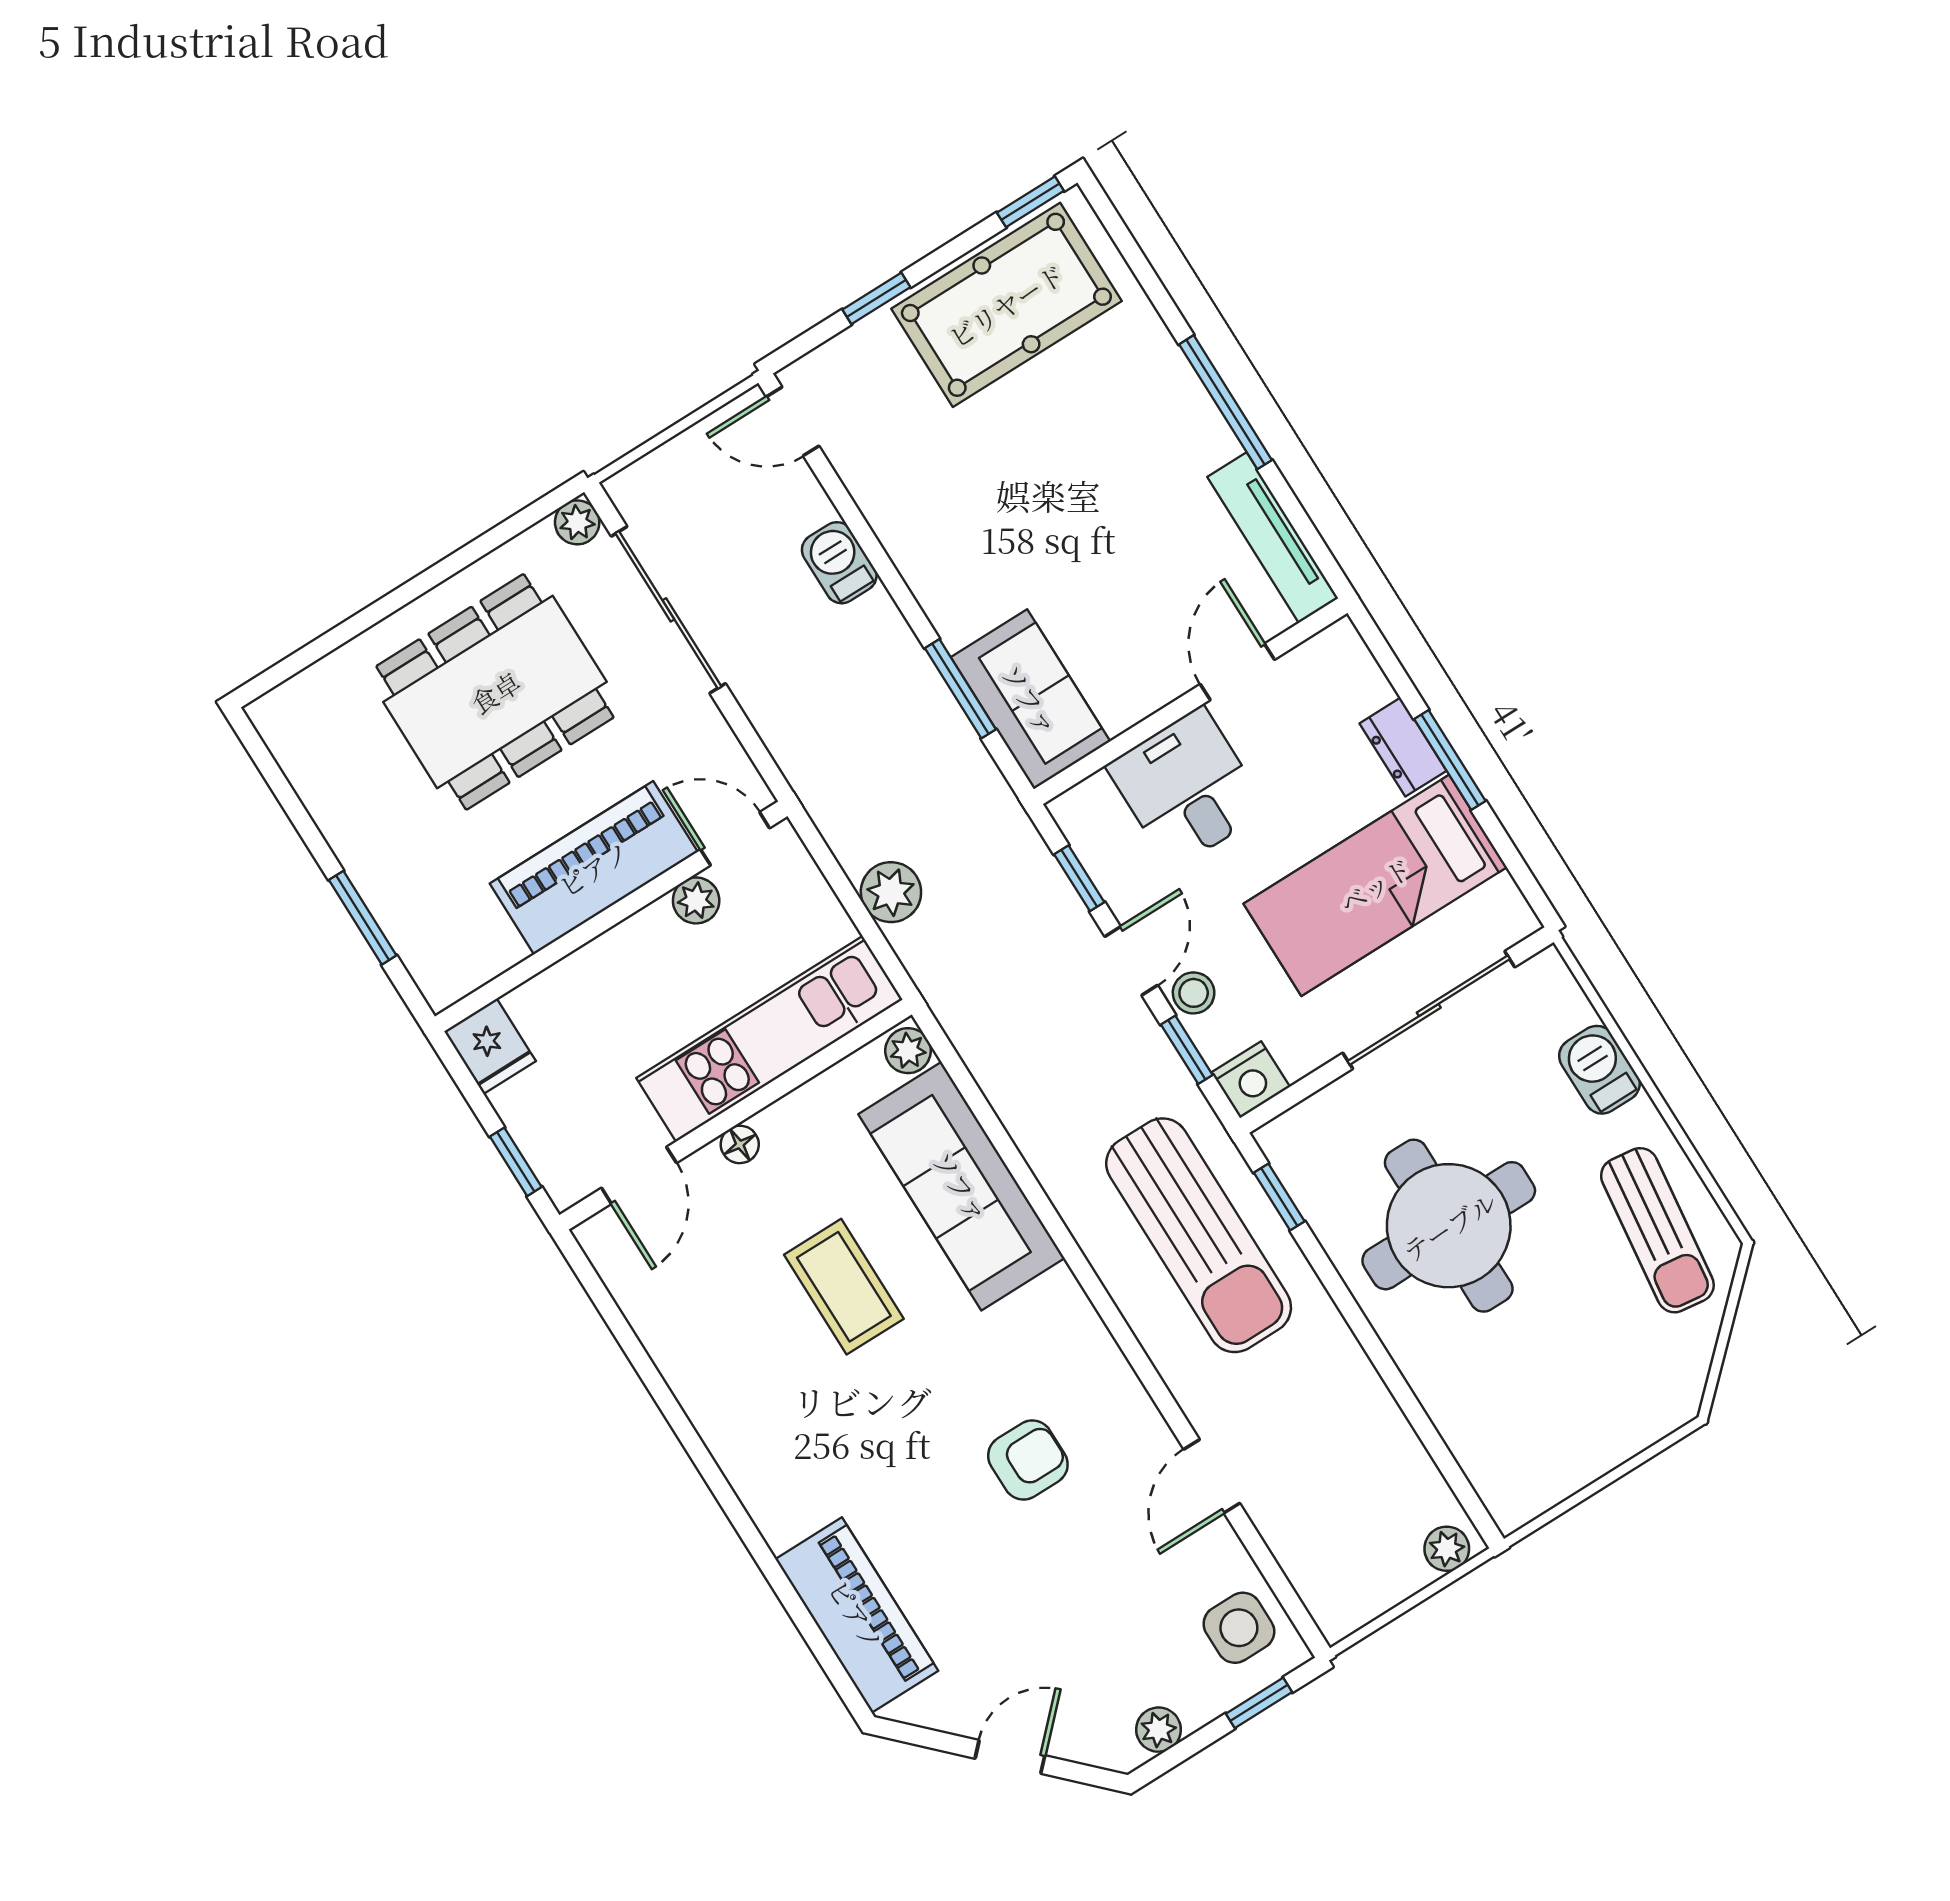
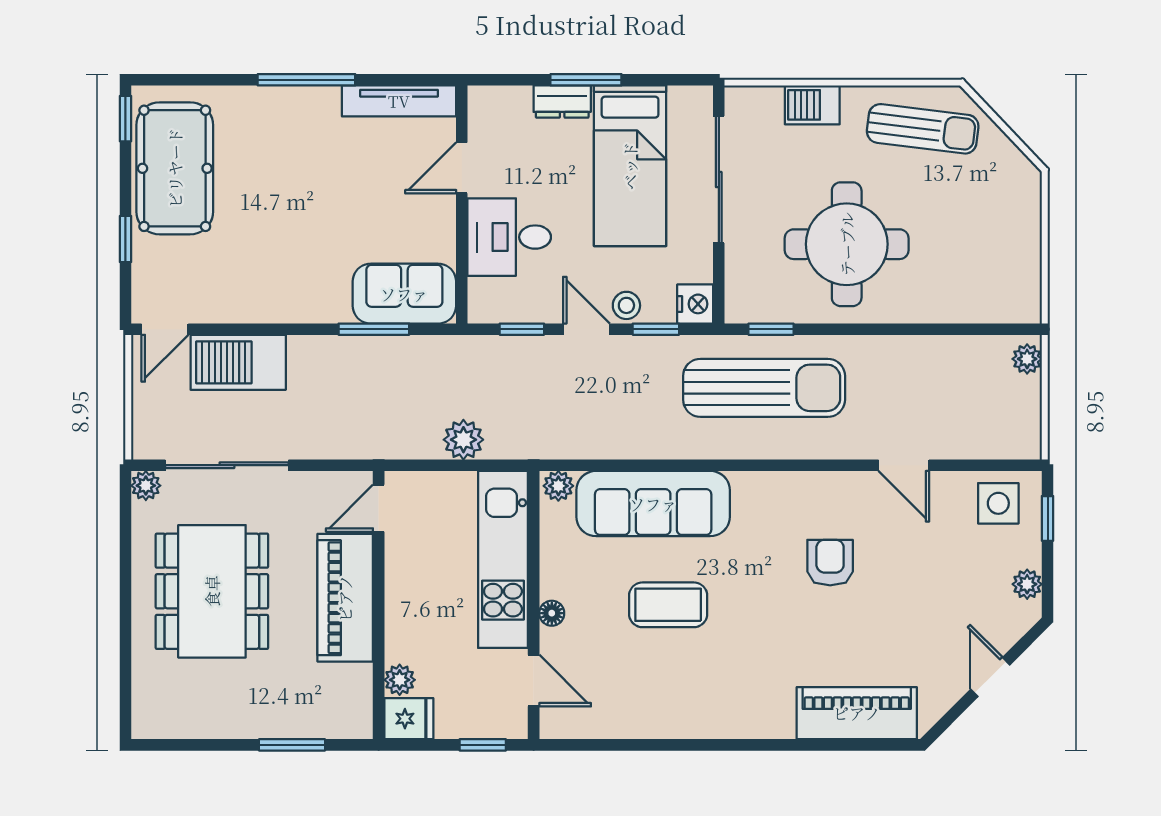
barbecue: (839, 563) -> (238, 362), width x1.88, depth x1.53
door: (1237, 672) -> (462, 168), hinge flipped
plant: (696, 900) -> (400, 680), moved

